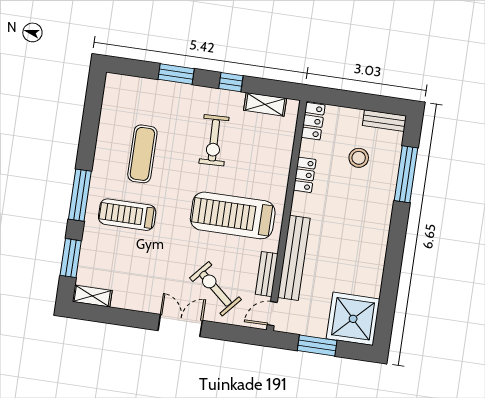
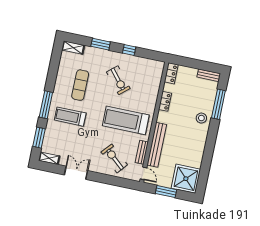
shelving: (265, 104) -> (73, 48), moved
exercise bike: (214, 140) -> (118, 80), turned -38
stool: (359, 158) -> (201, 118), moved
door: (272, 314) -> (143, 173), swing flipped
double door: (180, 326) -> (76, 173), moved

